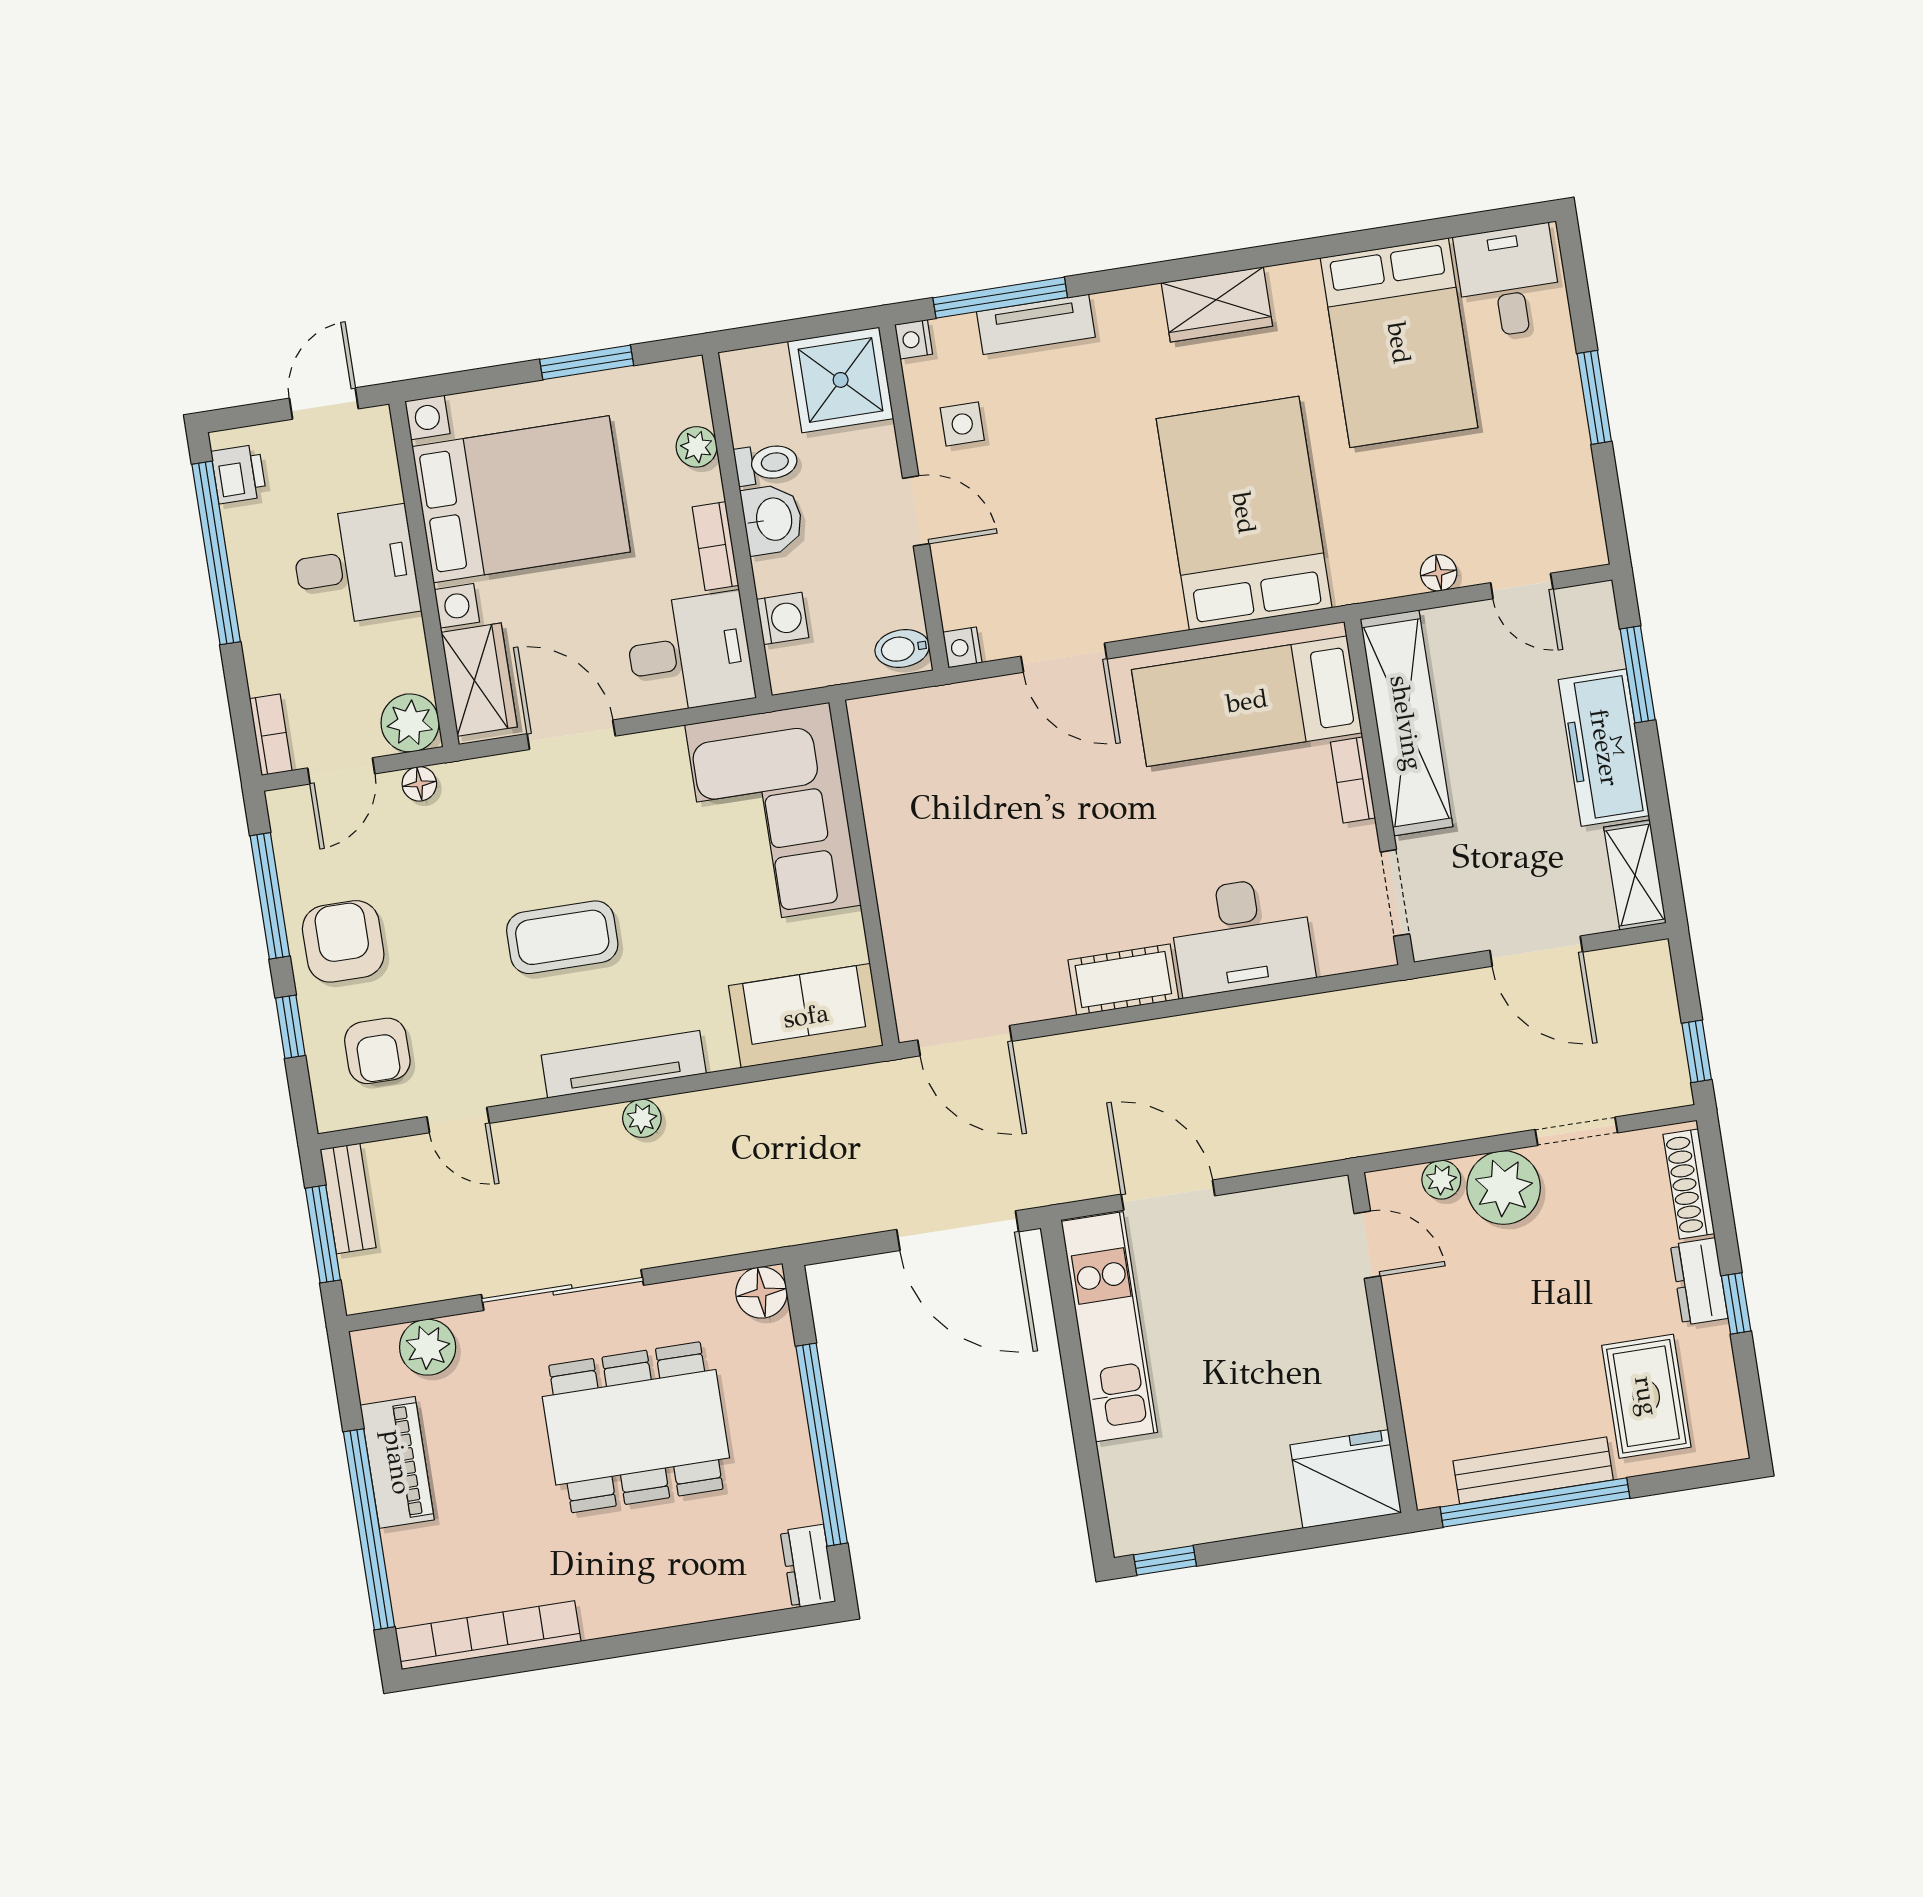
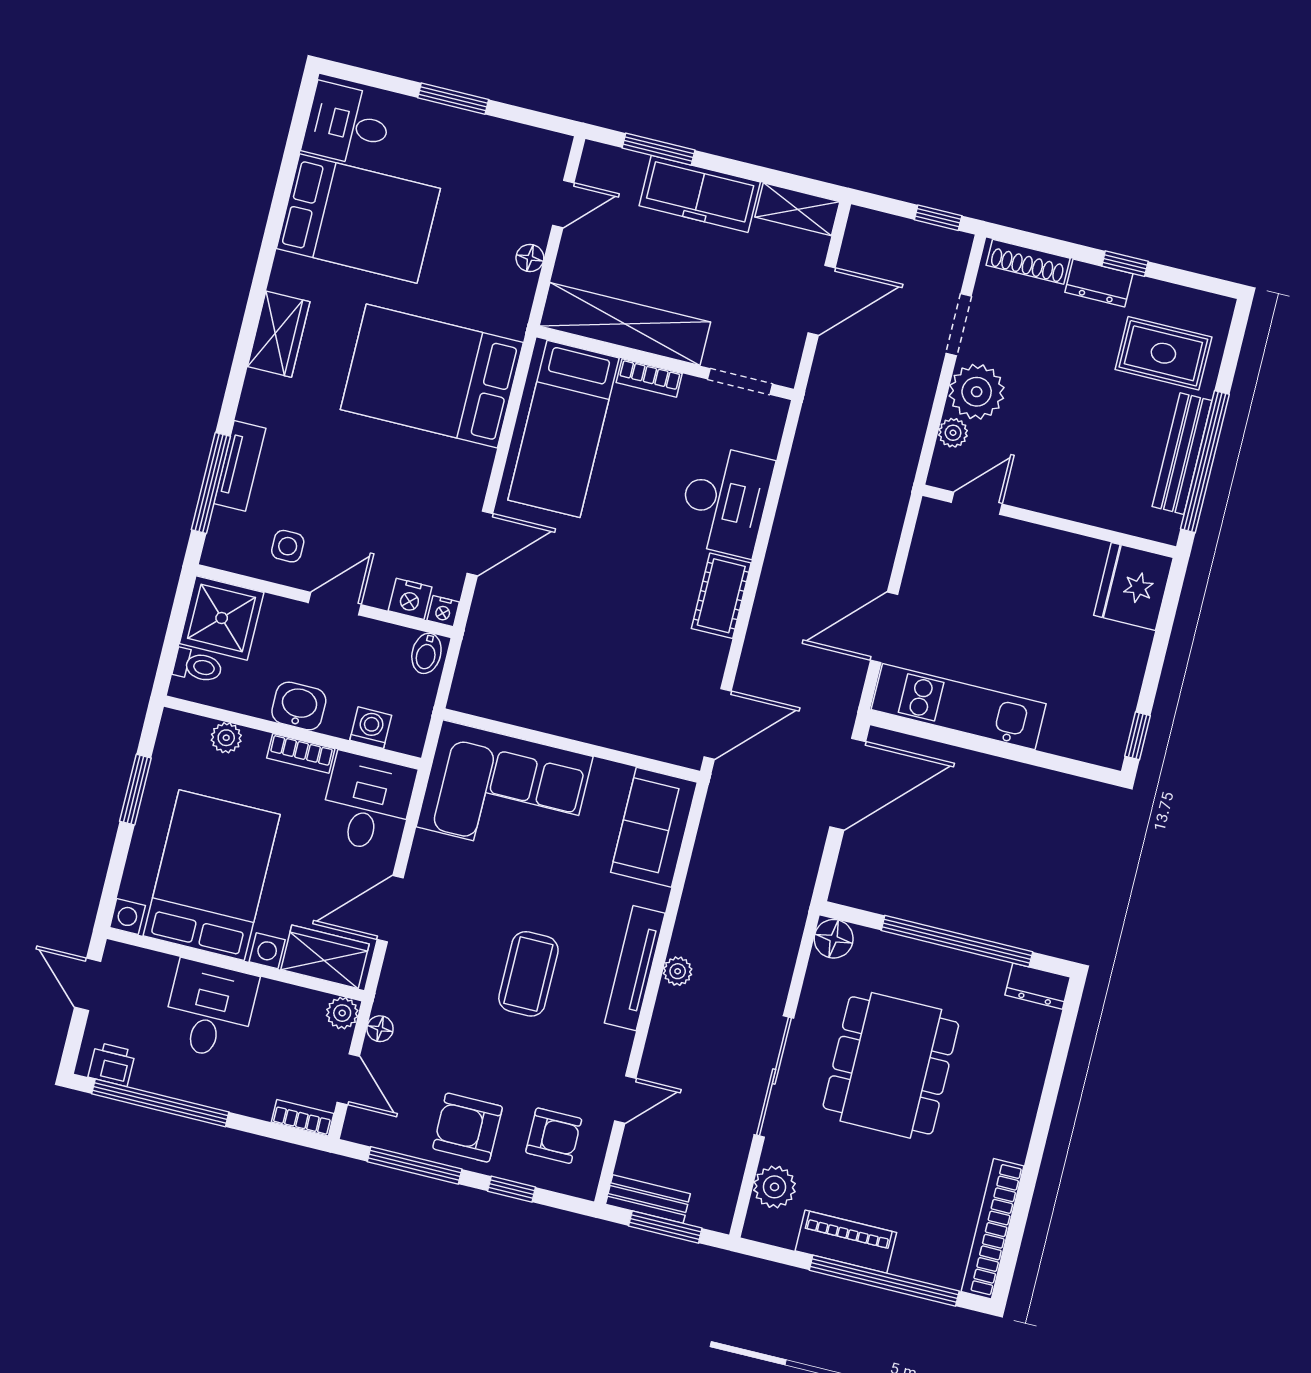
nightstand: (914, 339) -> (410, 599), moved, width x1.39, depth x1.35
toilet: (766, 463) -> (198, 666), moved, turned 90
plant: (410, 723) -> (342, 1013), width x0.73, depth x0.73

